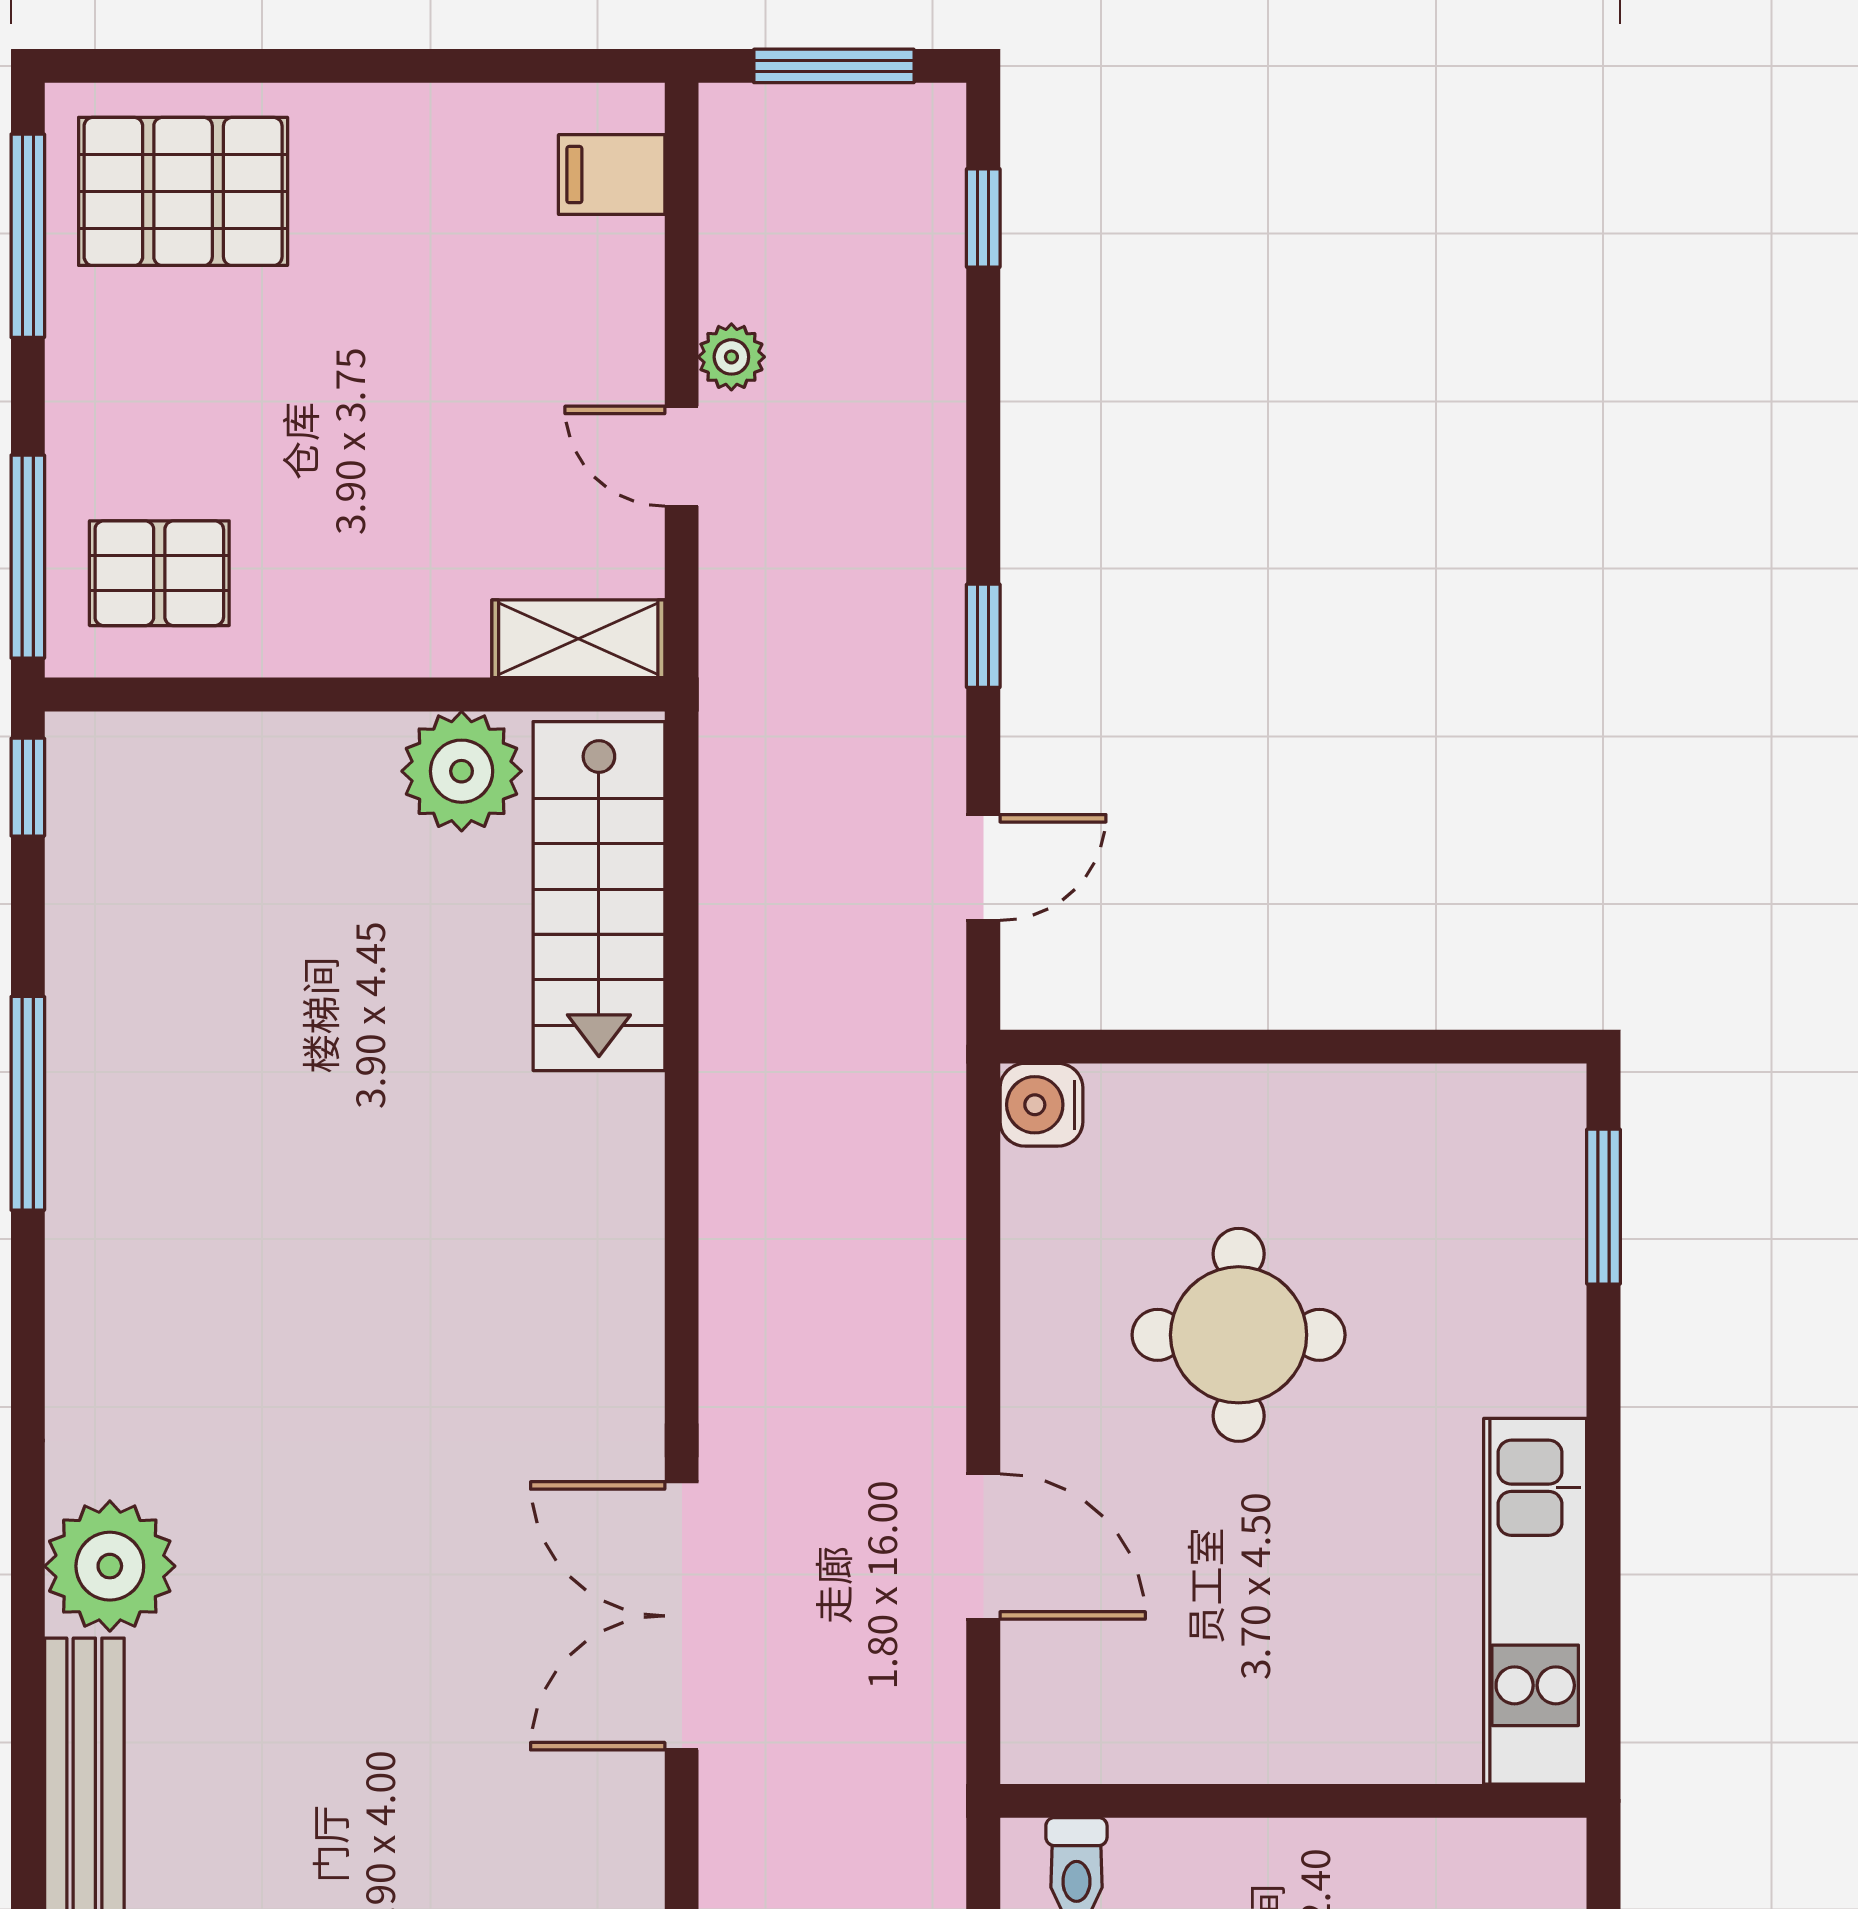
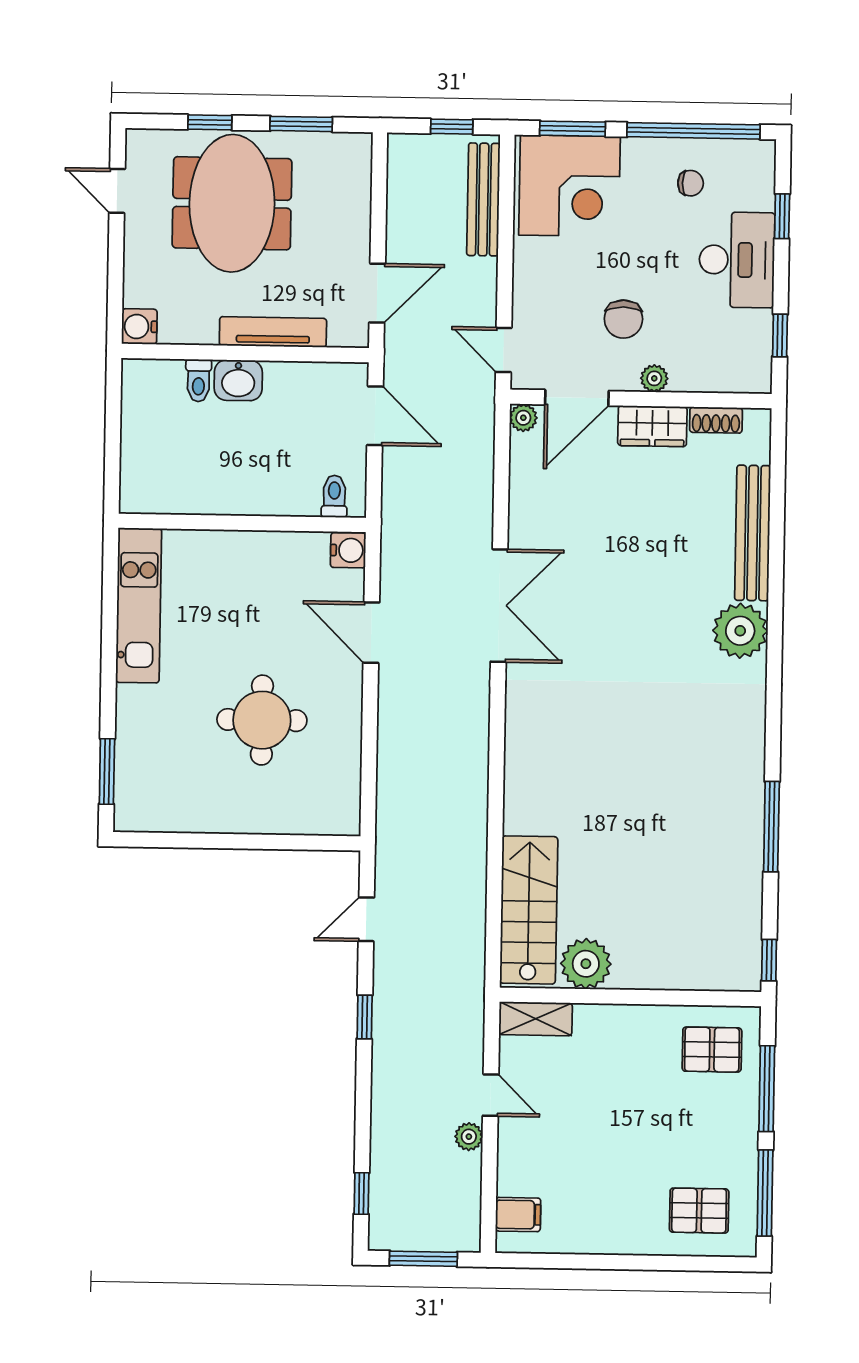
pallet: (183, 191) -> (699, 1211), width x0.67, depth x0.71
window: (28, 557) -> (767, 1089), moved
water cooler: (1041, 1105) -> (348, 550), moved

